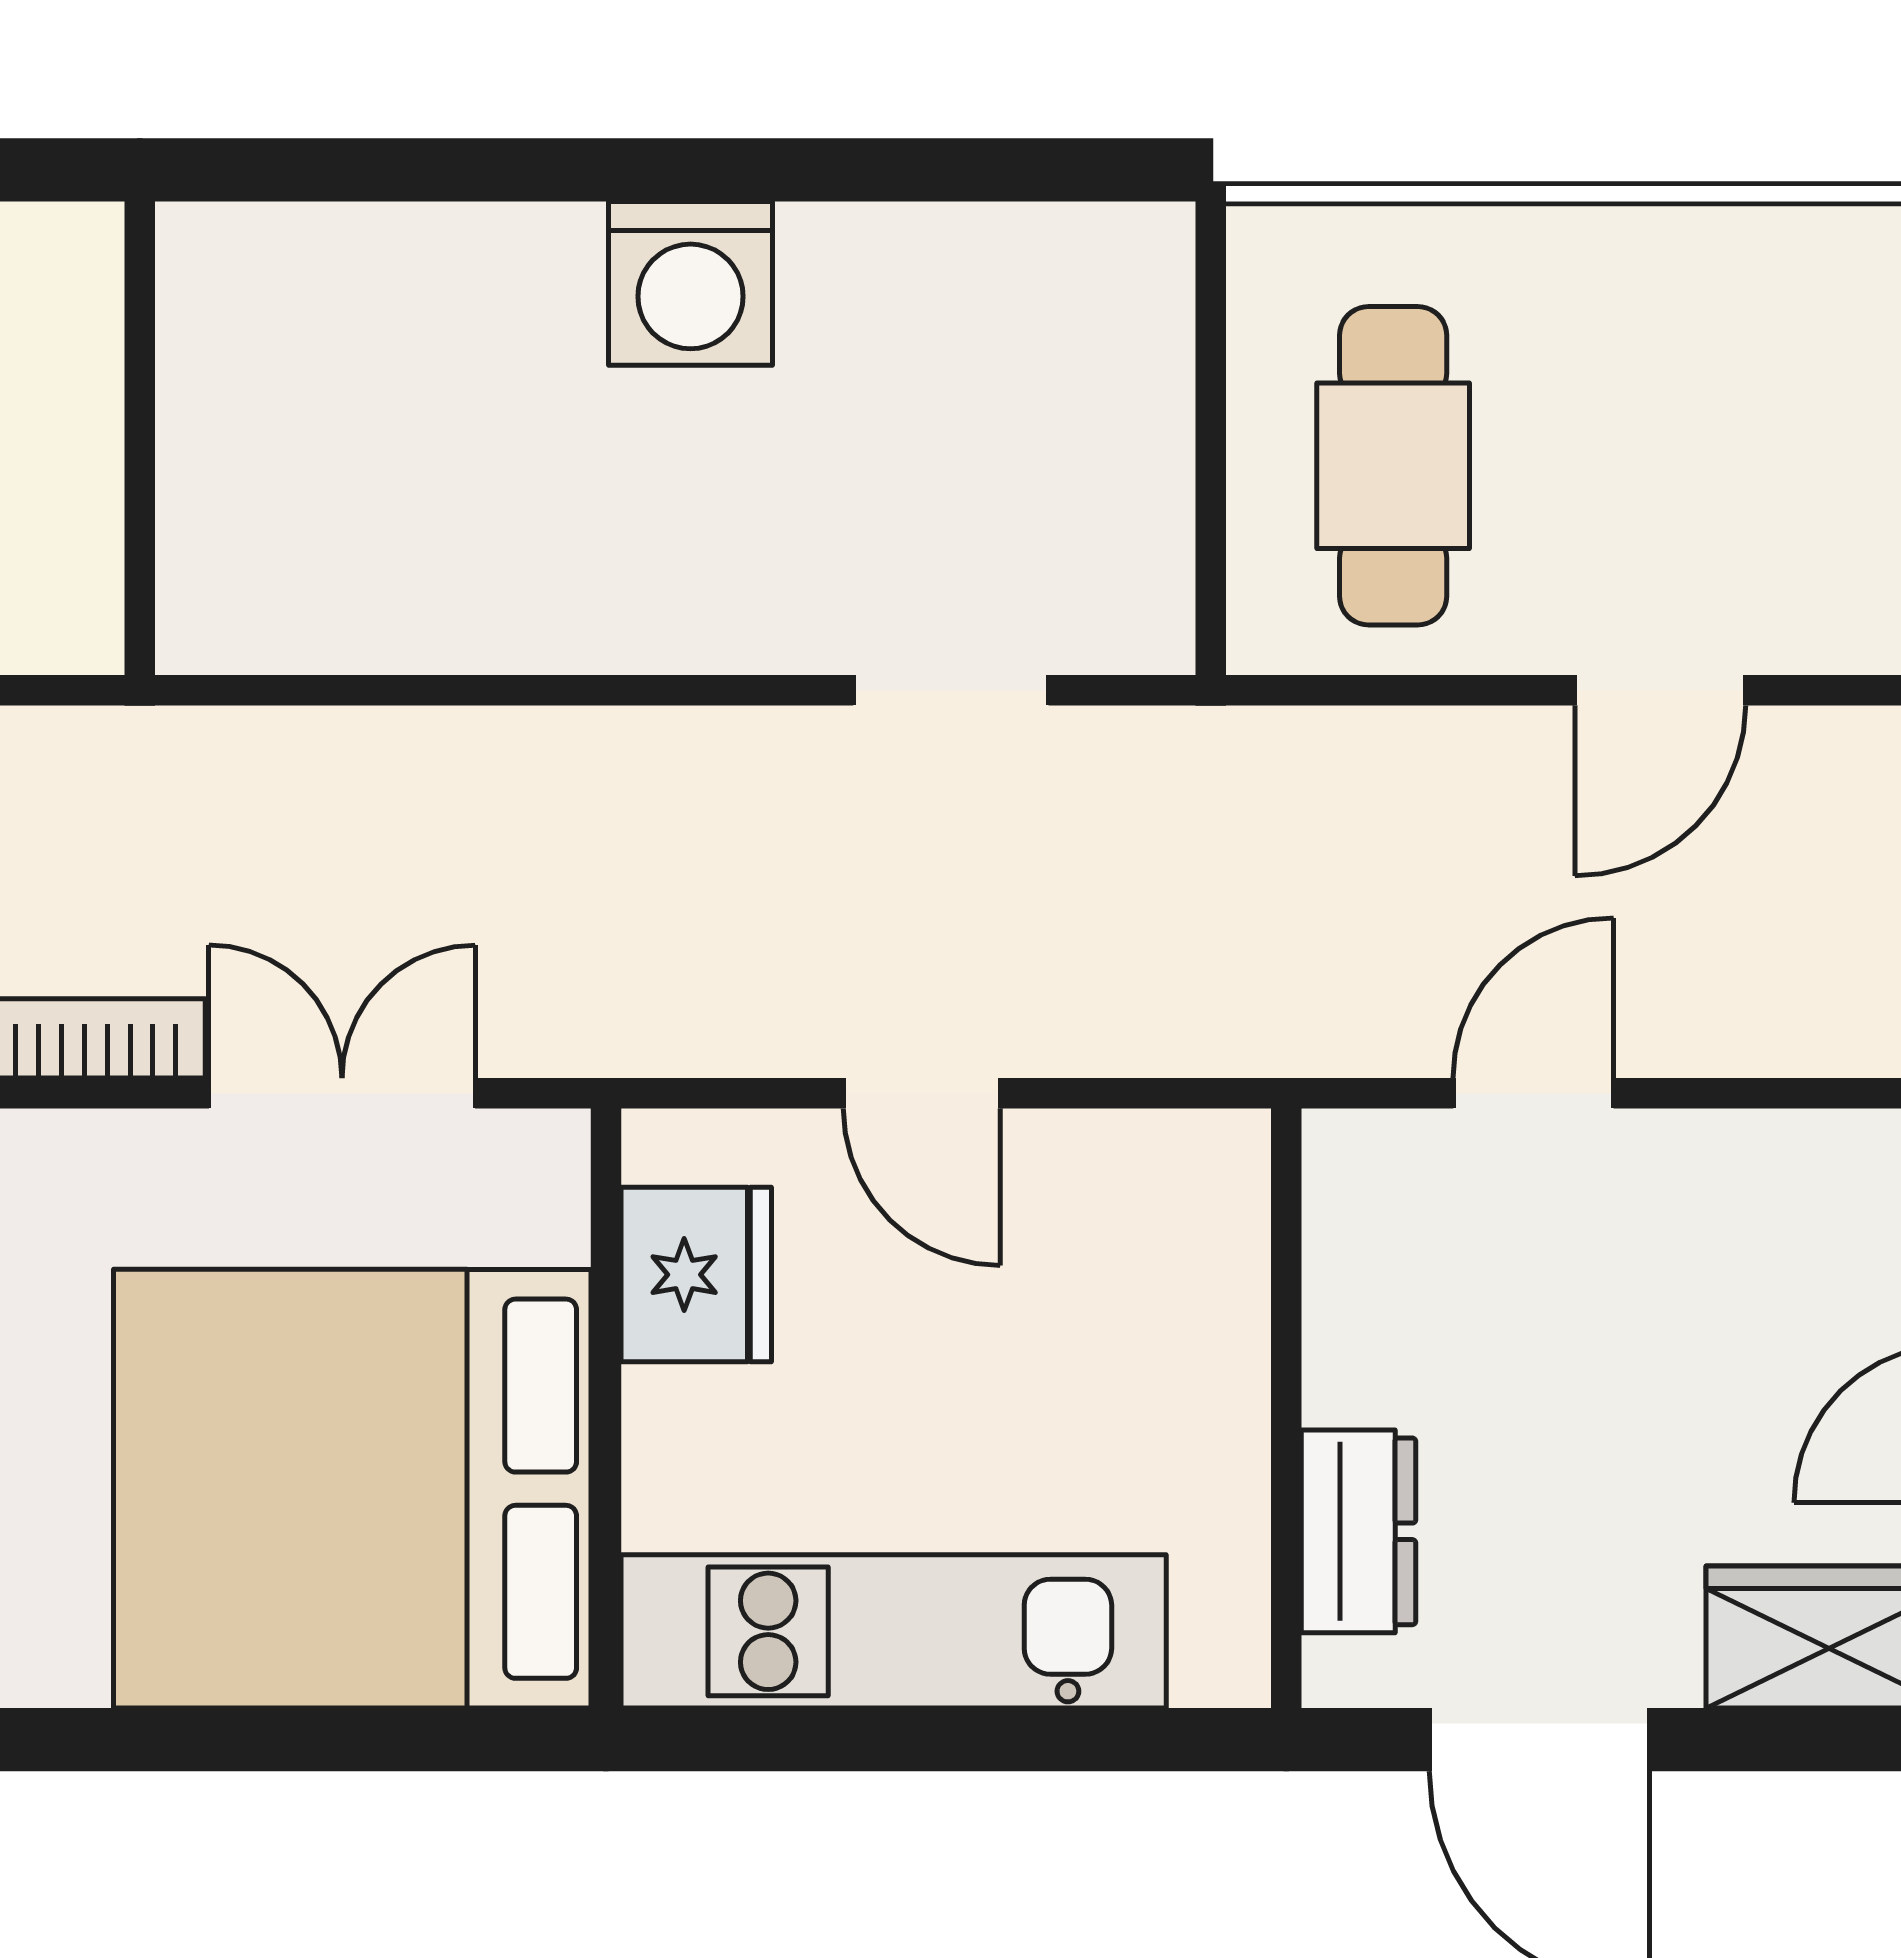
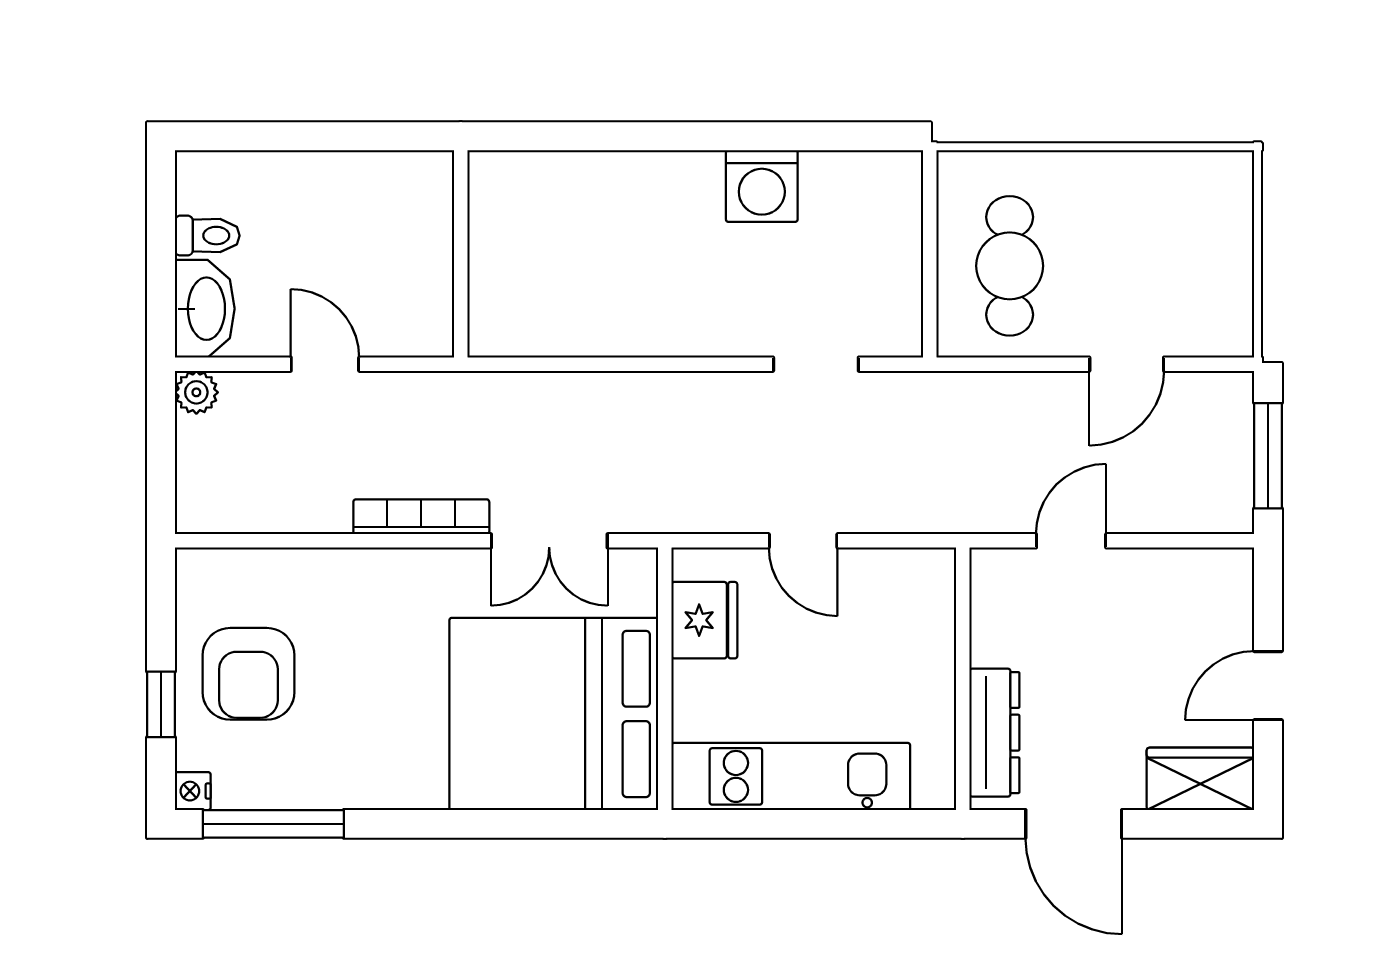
washing machine: (691, 283) -> (762, 186), moved
double door: (342, 1093) -> (549, 541), swing flipped
dresser: (1358, 1531) -> (994, 733), width x1.44

